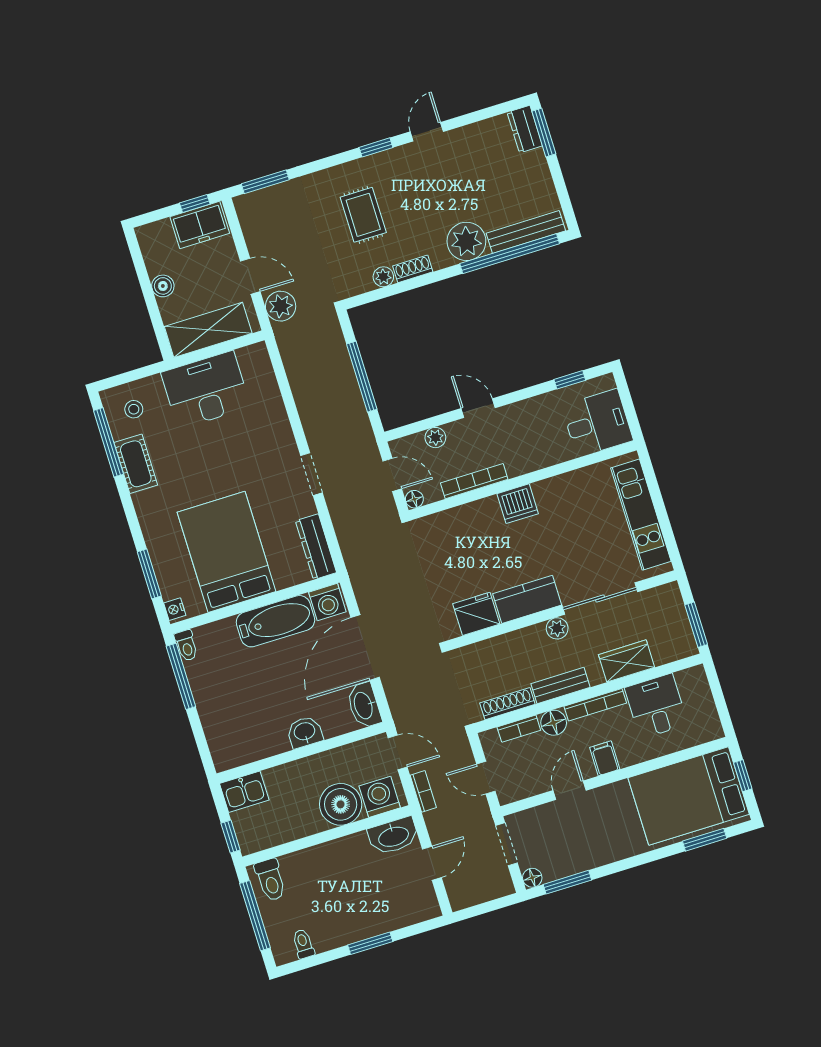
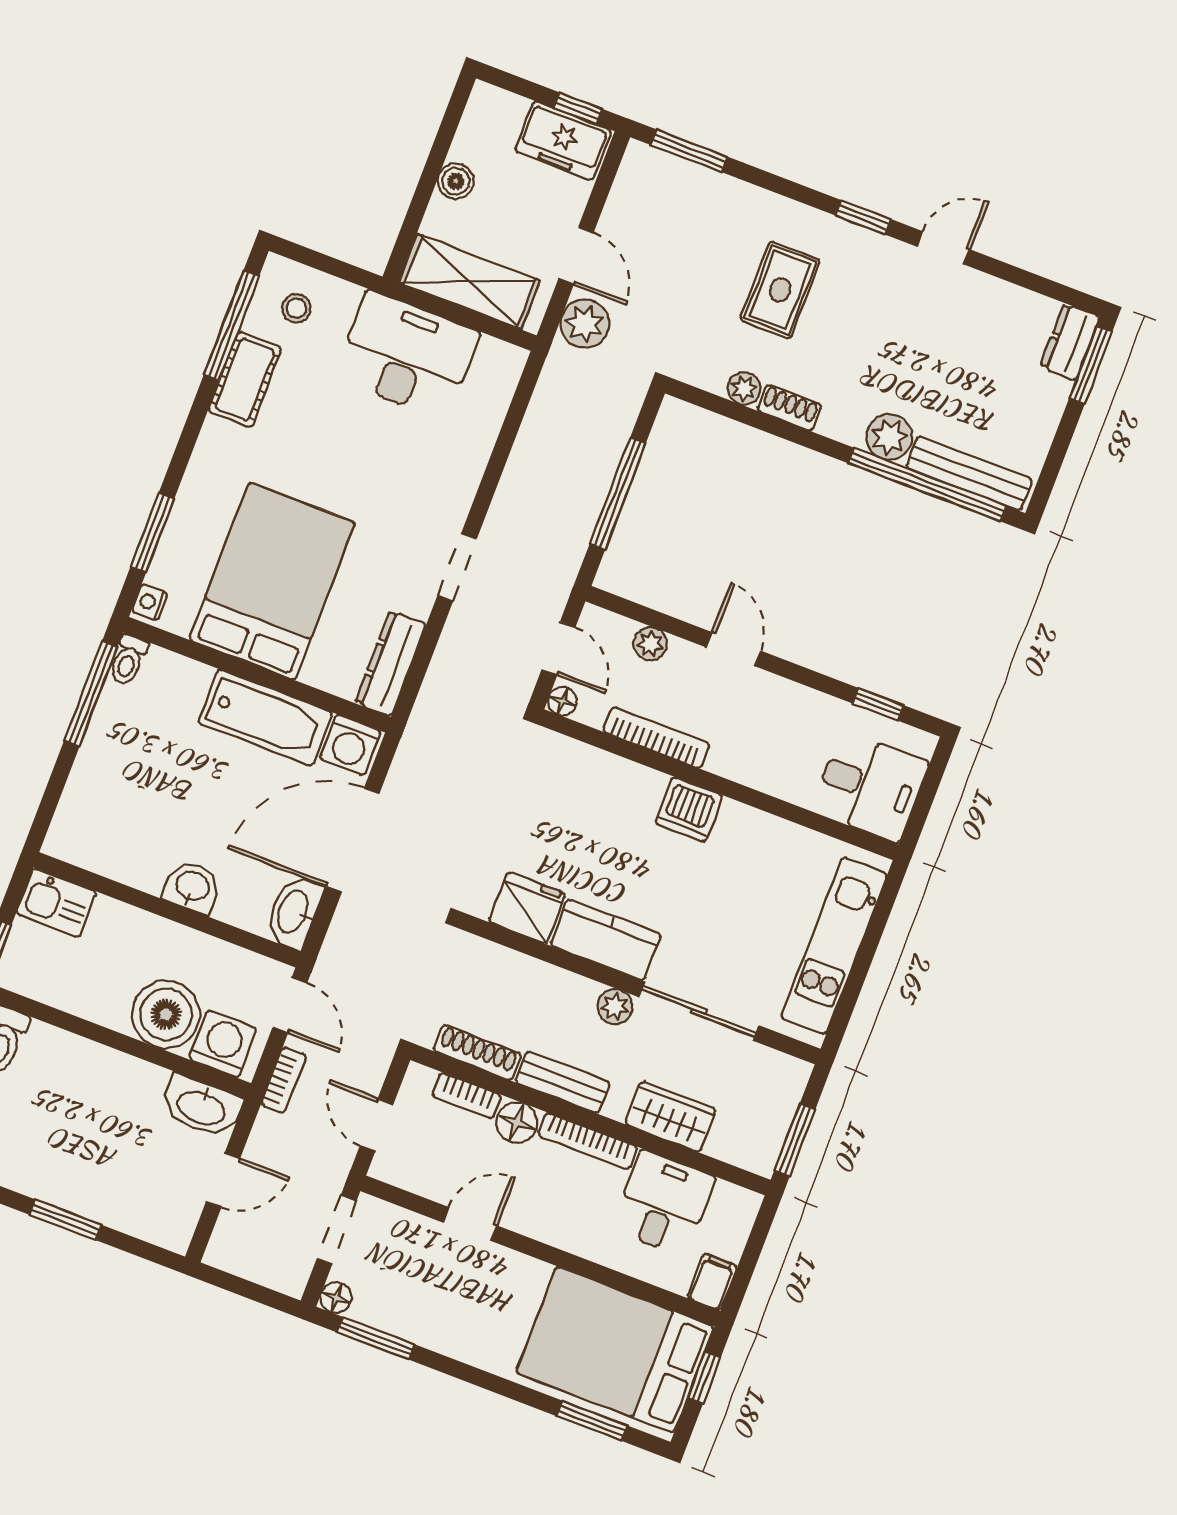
plant: (466, 241) -> (889, 437), width x0.73, depth x0.73
filing cabinet: (605, 758) -> (712, 1282), moved

